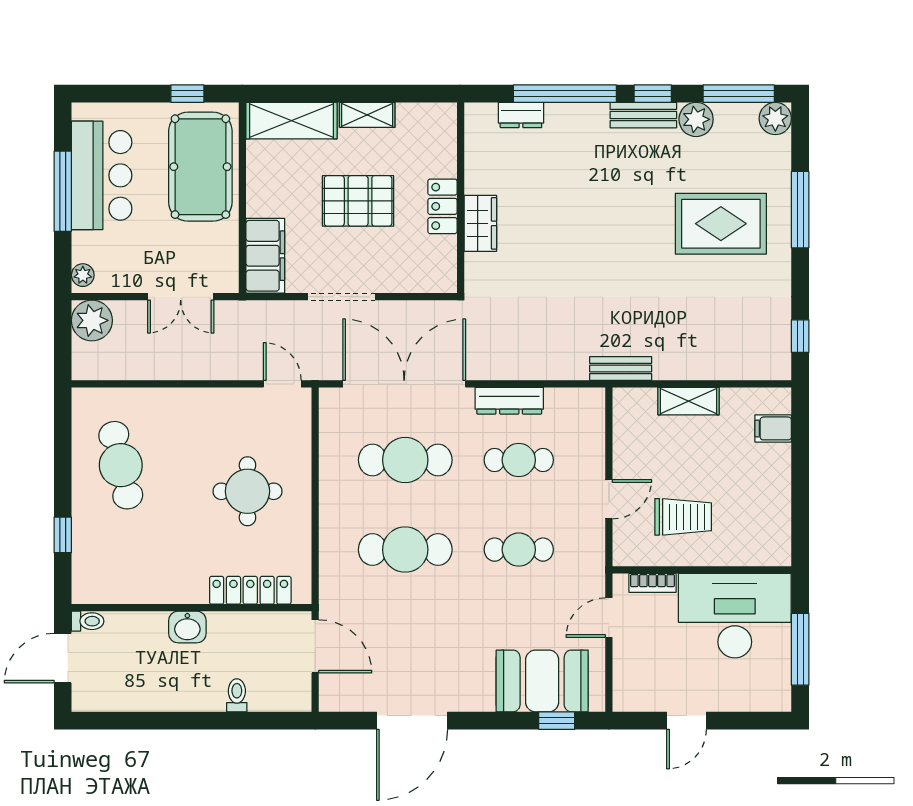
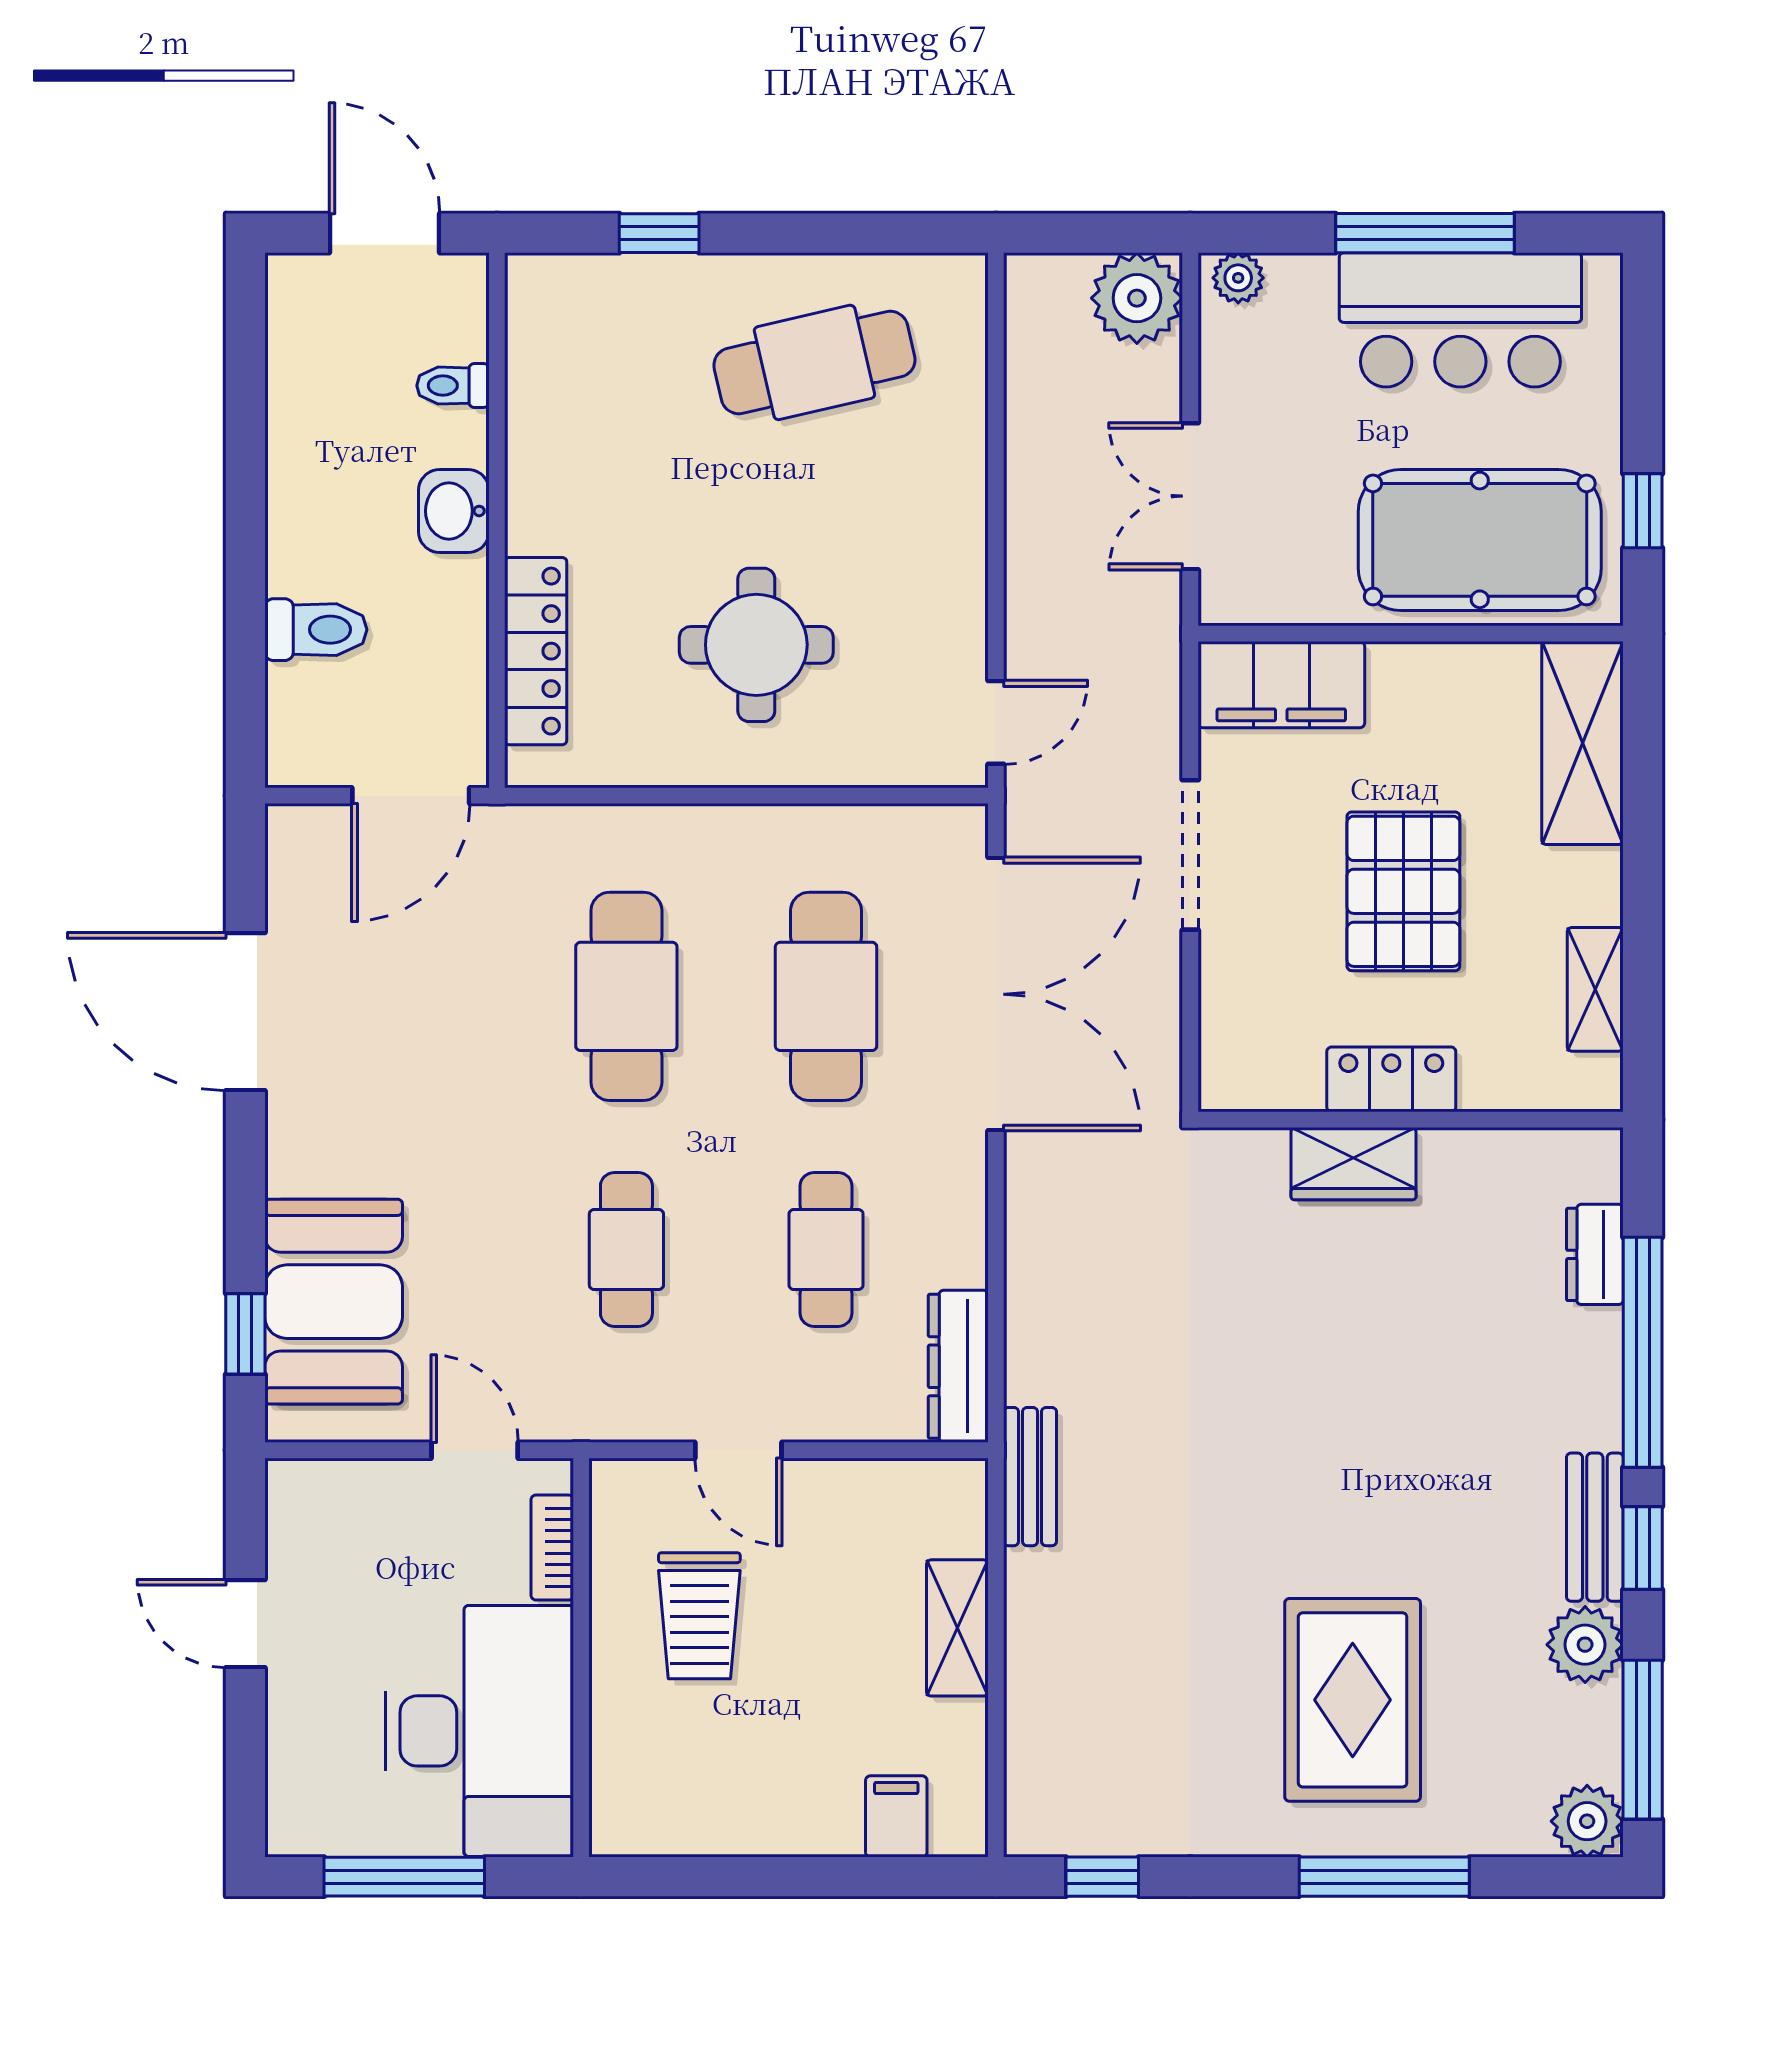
shelving: (367, 115) -> (1595, 989), moved
dresser: (509, 401) -> (958, 1366), moved
toilet: (88, 621) -> (453, 386), moved, turned 90
toilet: (237, 695) -> (316, 630), width x1.37, depth x1.39

